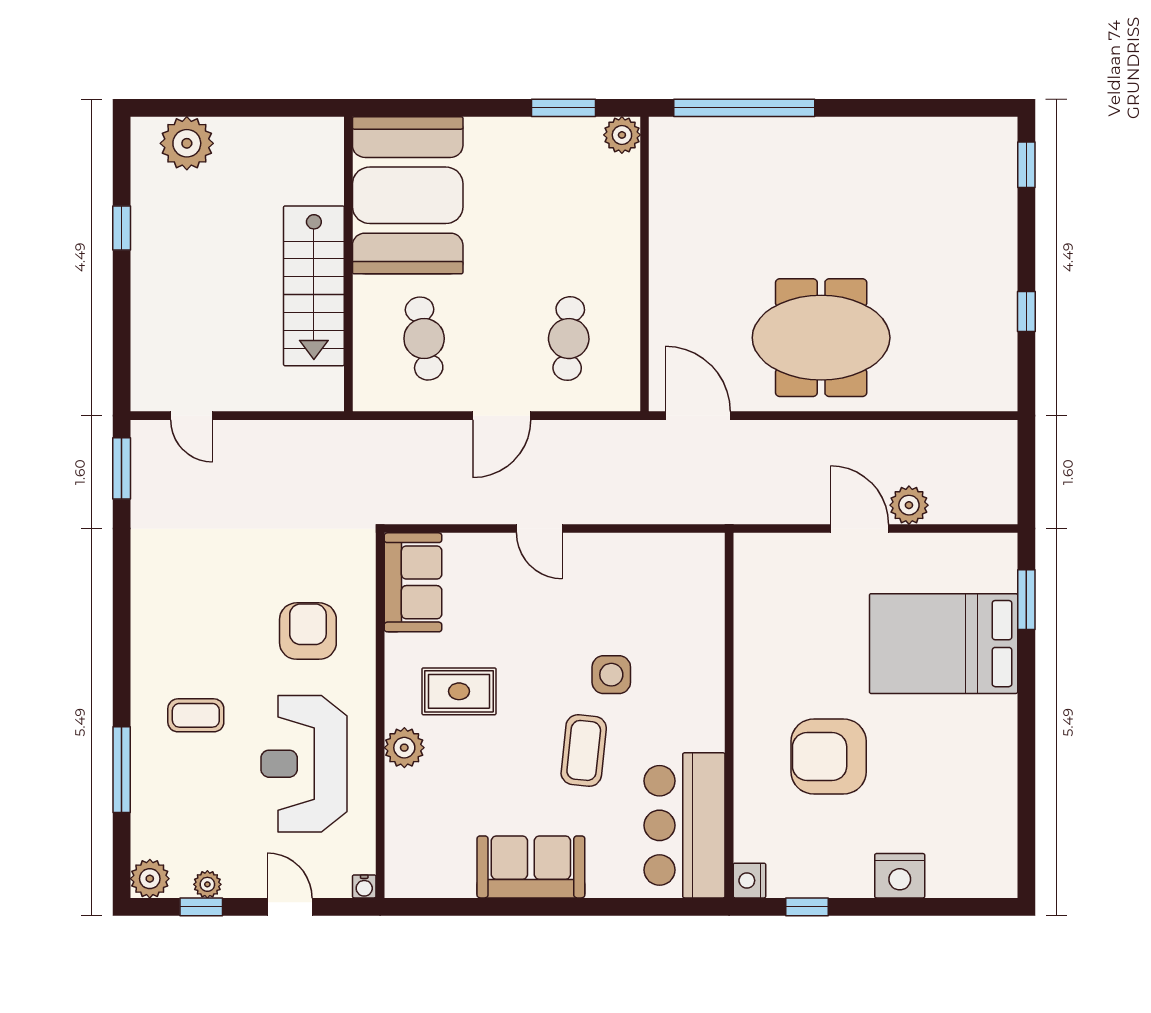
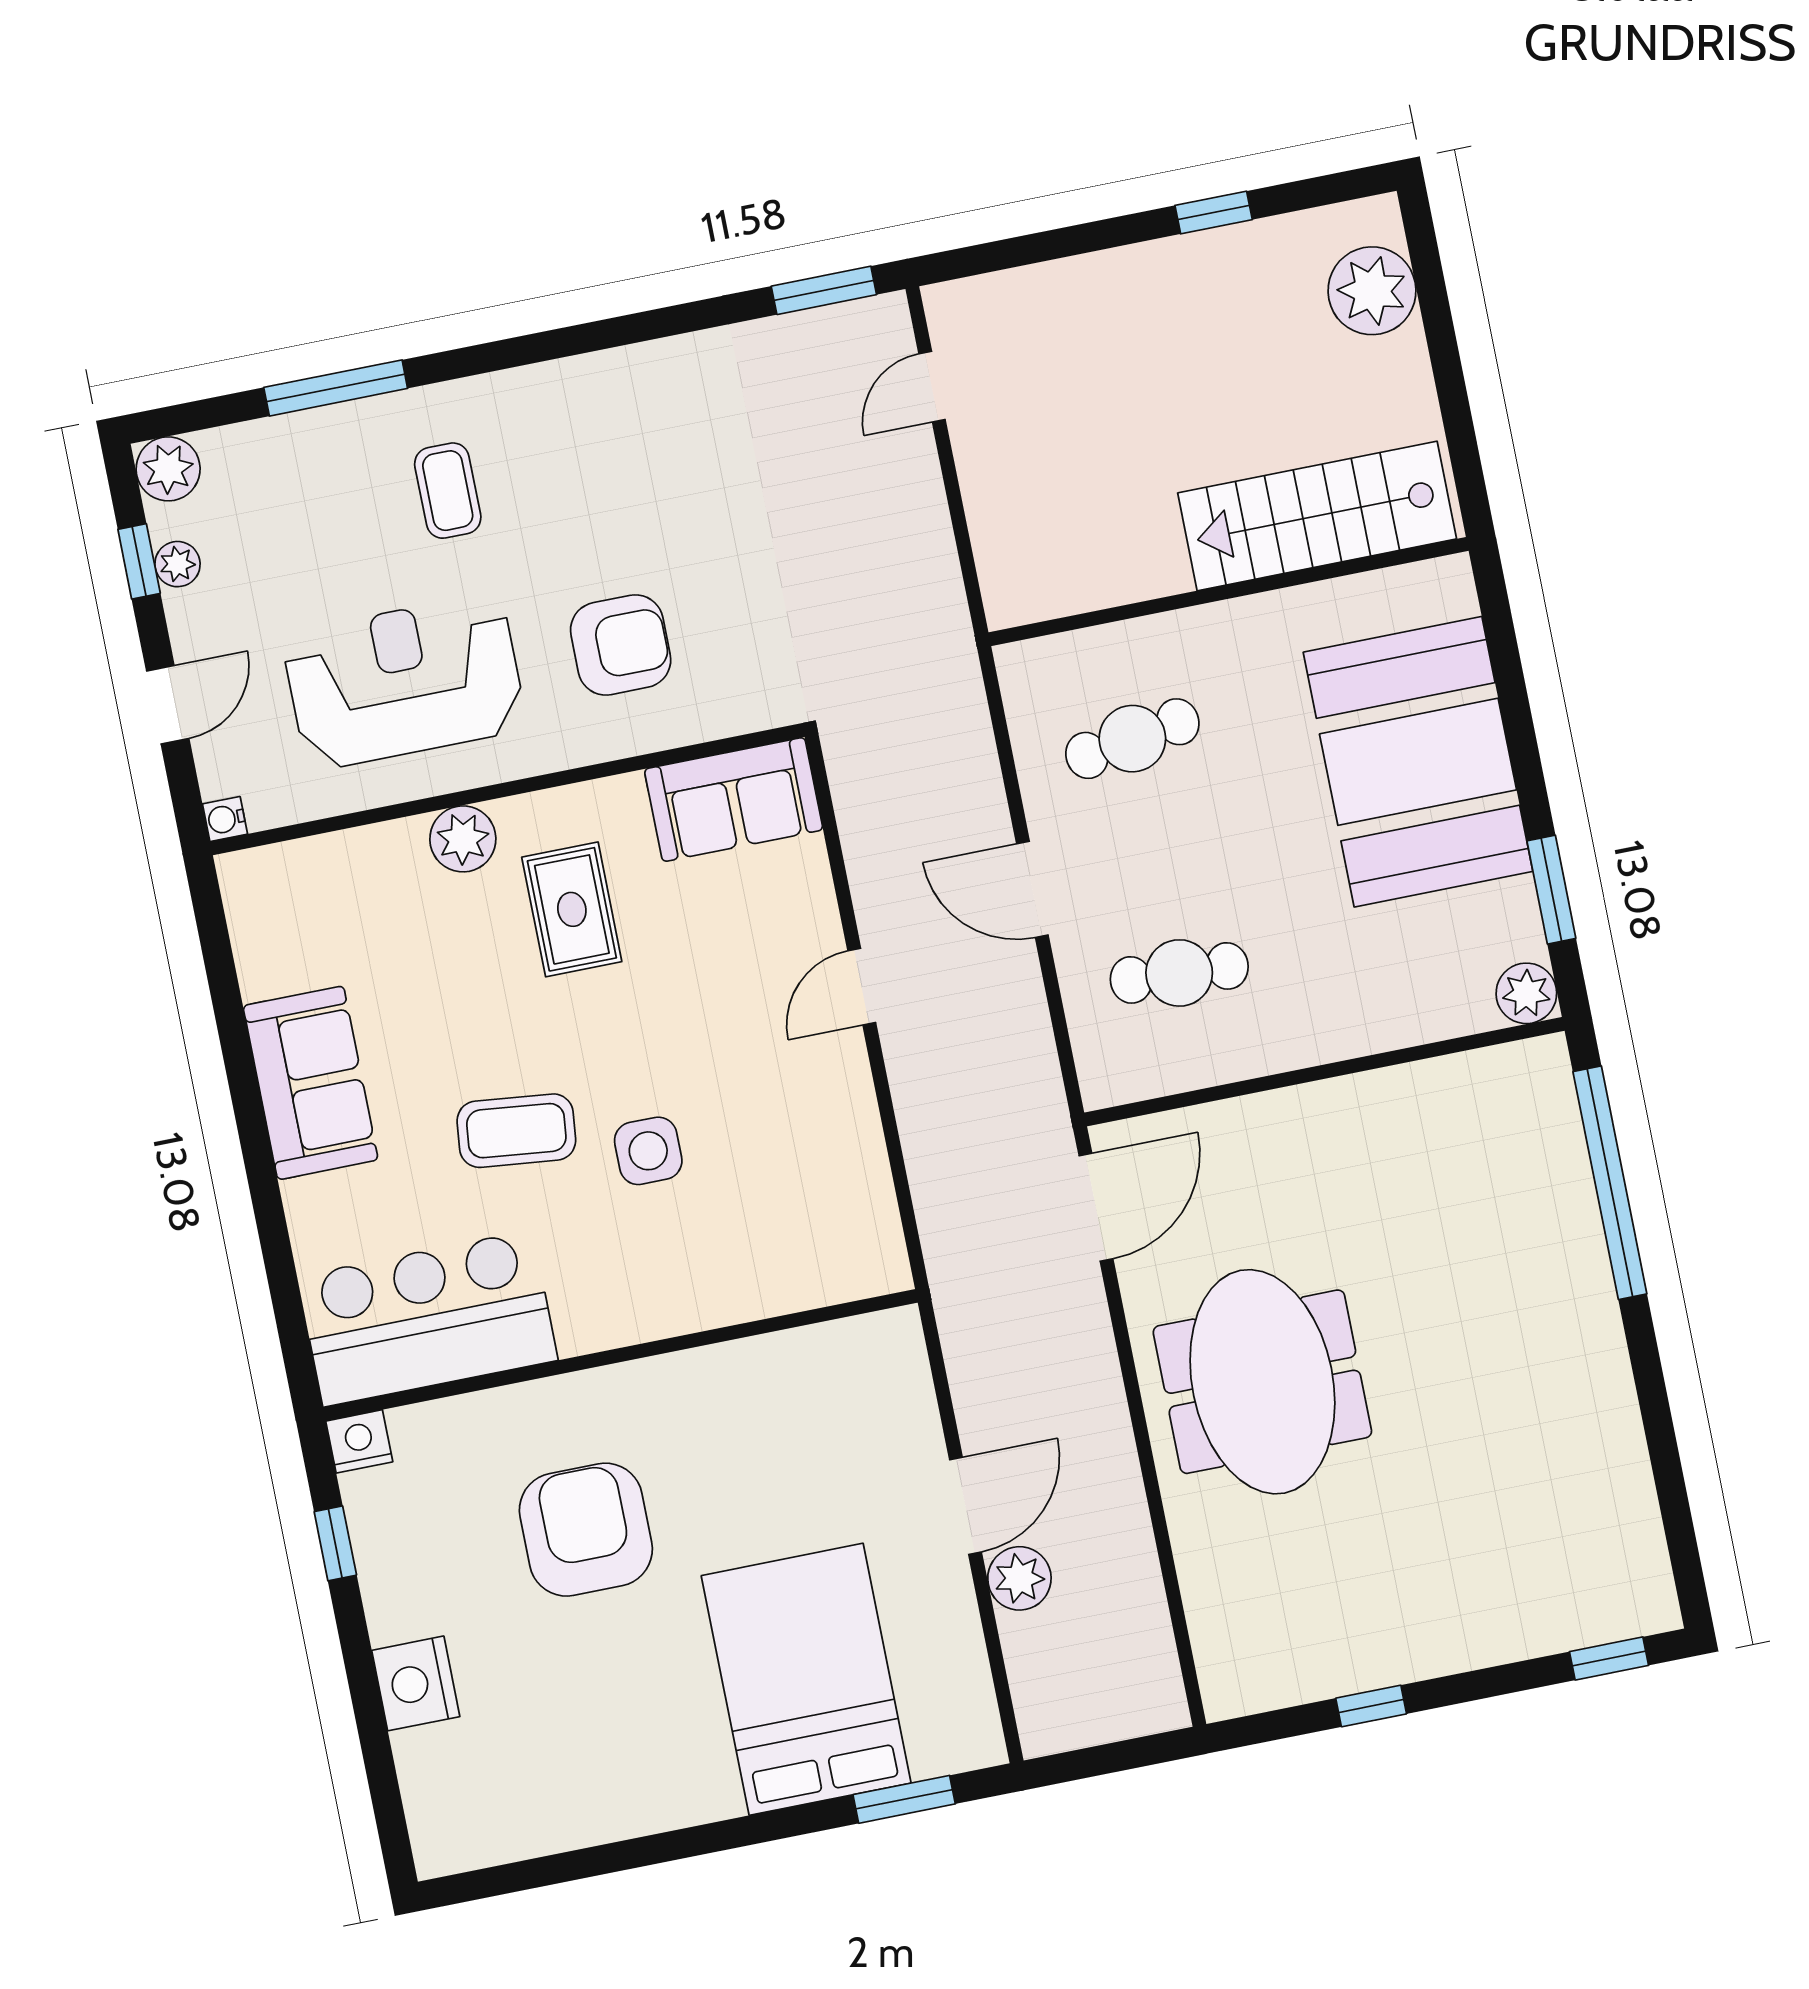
booth: (408, 195) -> (1418, 762), moved, turned 90
stairs: (314, 286) -> (1317, 516), moved

